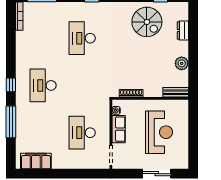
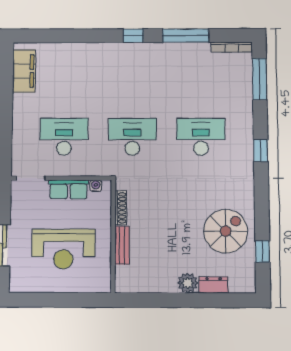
spiral stairs: (147, 22) -> (226, 231), turned 180
plant: (182, 63) -> (188, 283), moved
desk: (43, 85) -> (132, 137), moved
bench: (176, 92) -> (122, 245), moved
window: (11, 122) -> (186, 36), moved

